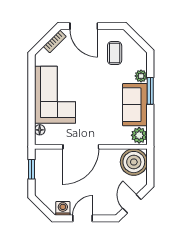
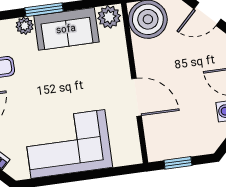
floor lamp: (40, 130) -> (121, 159), removed
door: (81, 147) -> (137, 97), width x0.73

